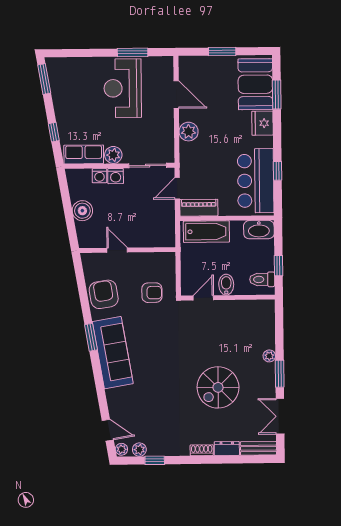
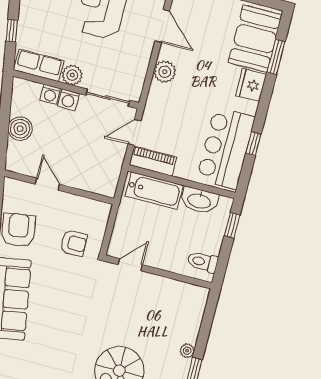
washbasin: (259, 230) -> (199, 201), moved
window: (278, 266) -> (232, 225), moved
bidet: (226, 285) -> (160, 257), removed

